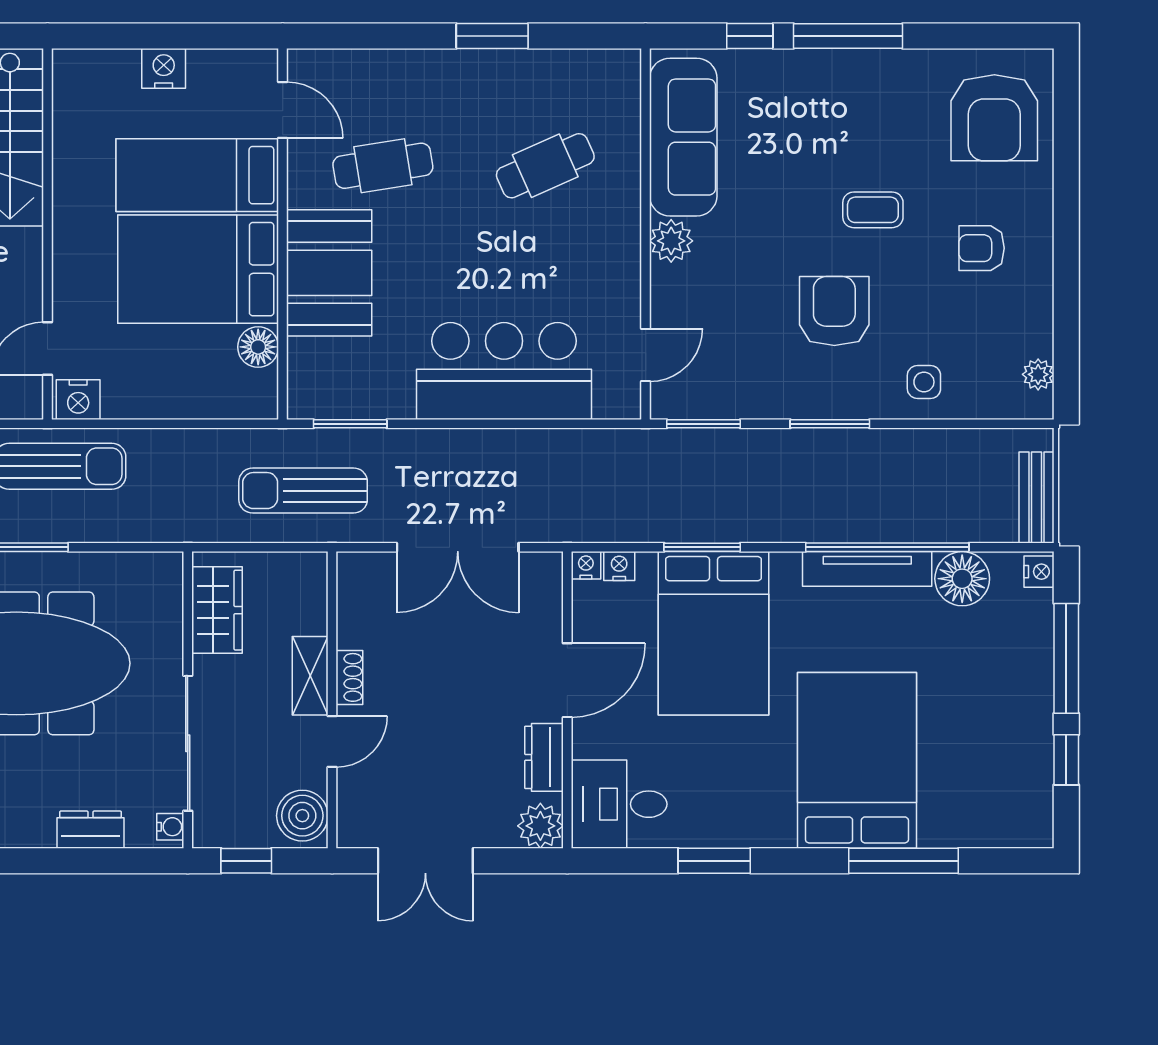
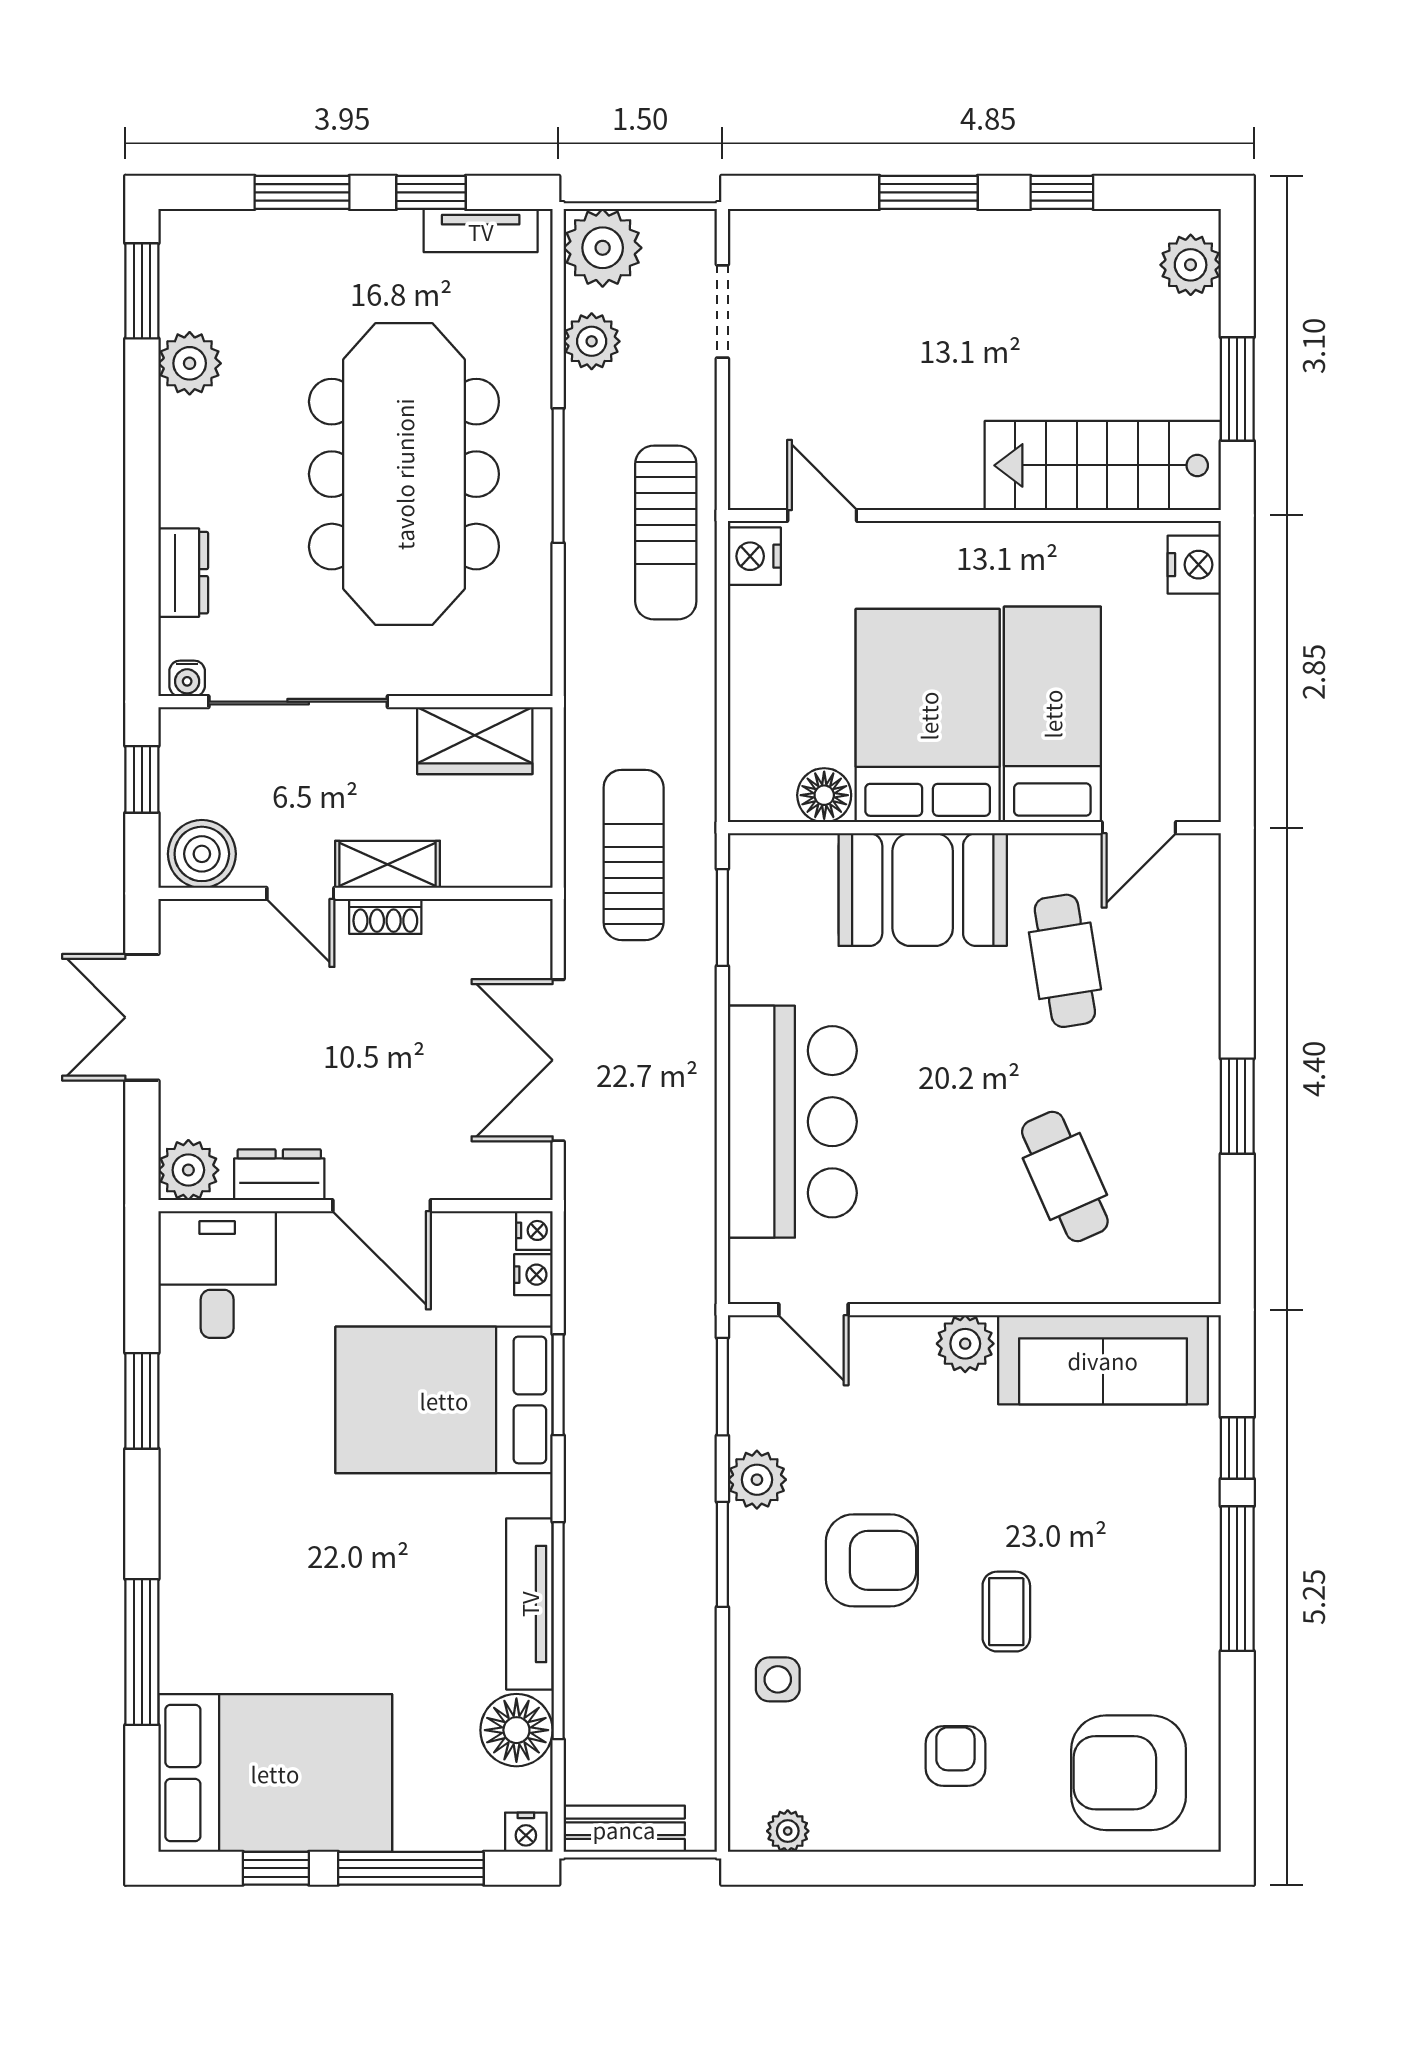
nightstand: (164, 68) -> (1194, 565), moved
plant: (774, 398) -> (757, 1480), added
bed: (857, 760) -> (275, 1773), moved

